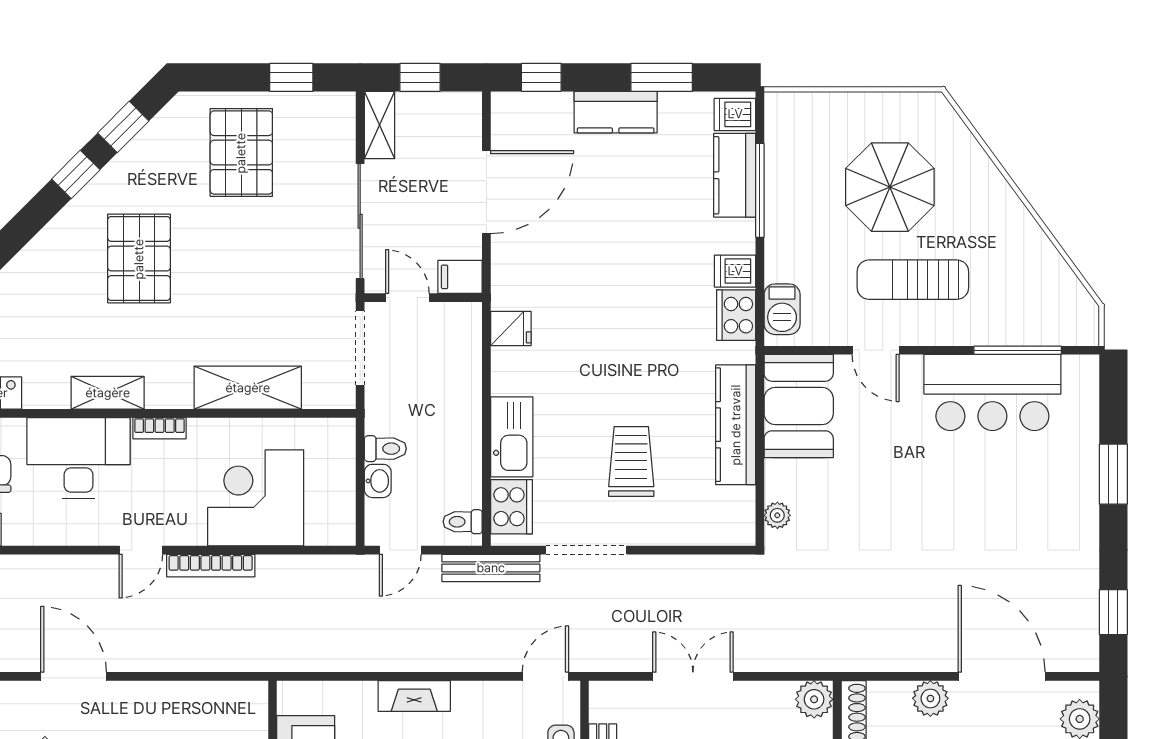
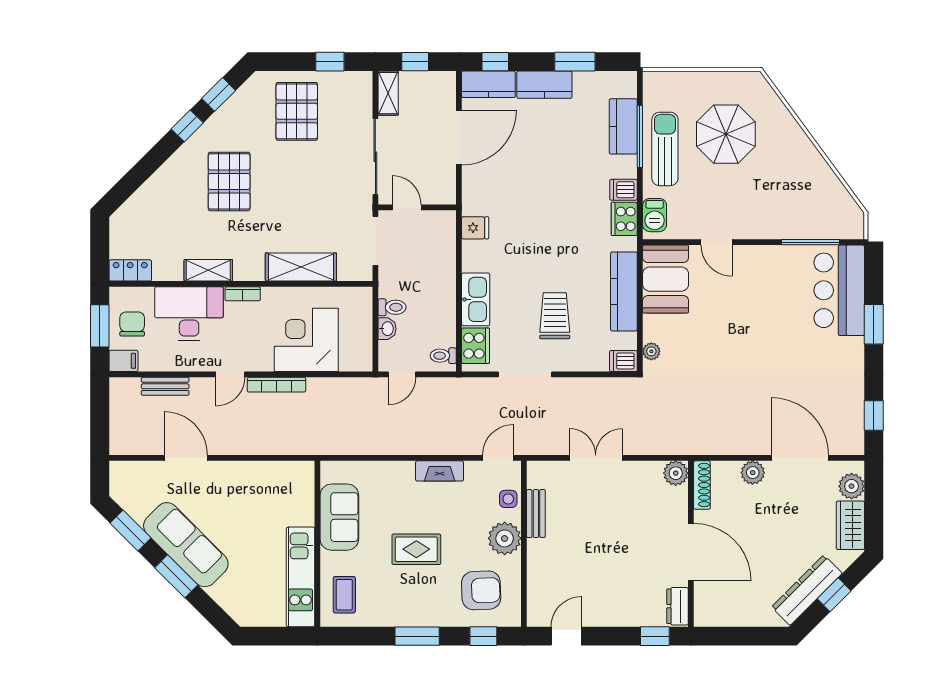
kitchen counter: (531, 112) -> (488, 84), added
dishwasher: (735, 114) -> (623, 361), moved
filing cabinet: (460, 277) -> (442, 194), removed
sun lounger: (913, 280) -> (665, 149), moved, turned 90
bar counter: (992, 393) -> (839, 290), moved, turned 90
bench: (491, 568) -> (165, 386), moved, width x0.73
fireplace: (414, 696) -> (440, 471), moved

